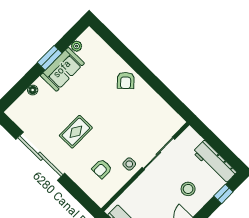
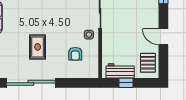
stool: (188, 189) -> (139, 15), removed

